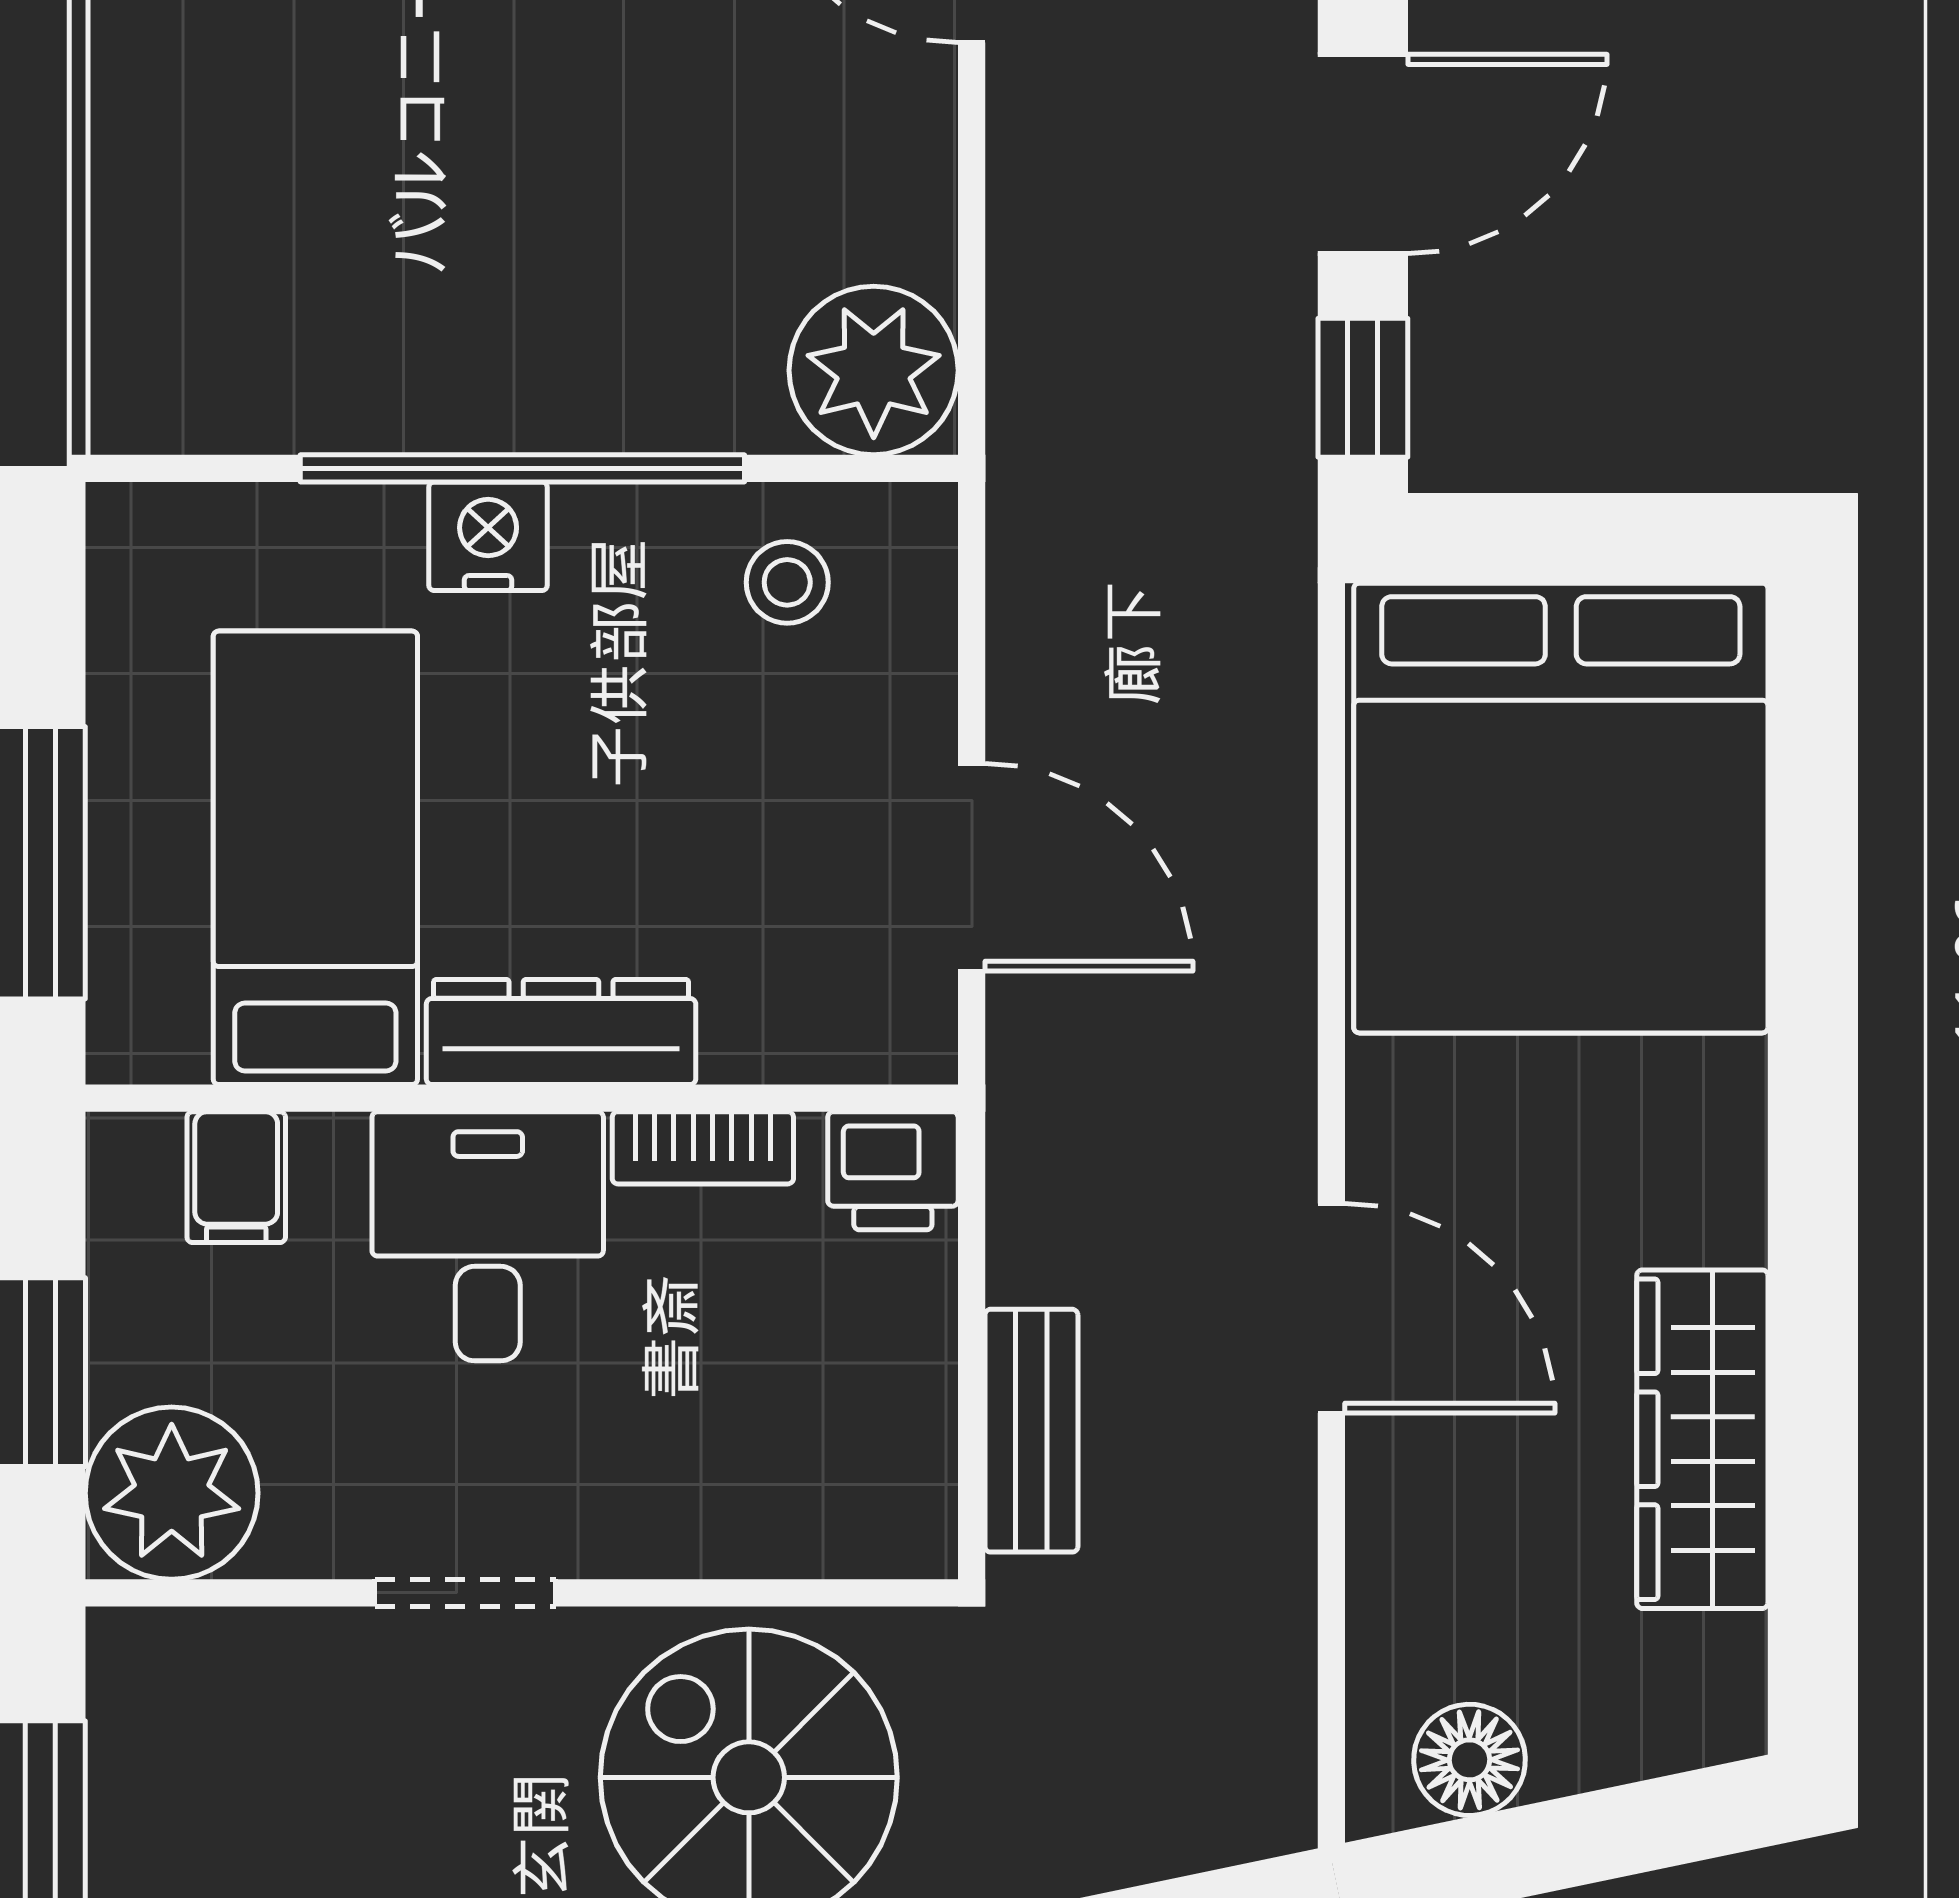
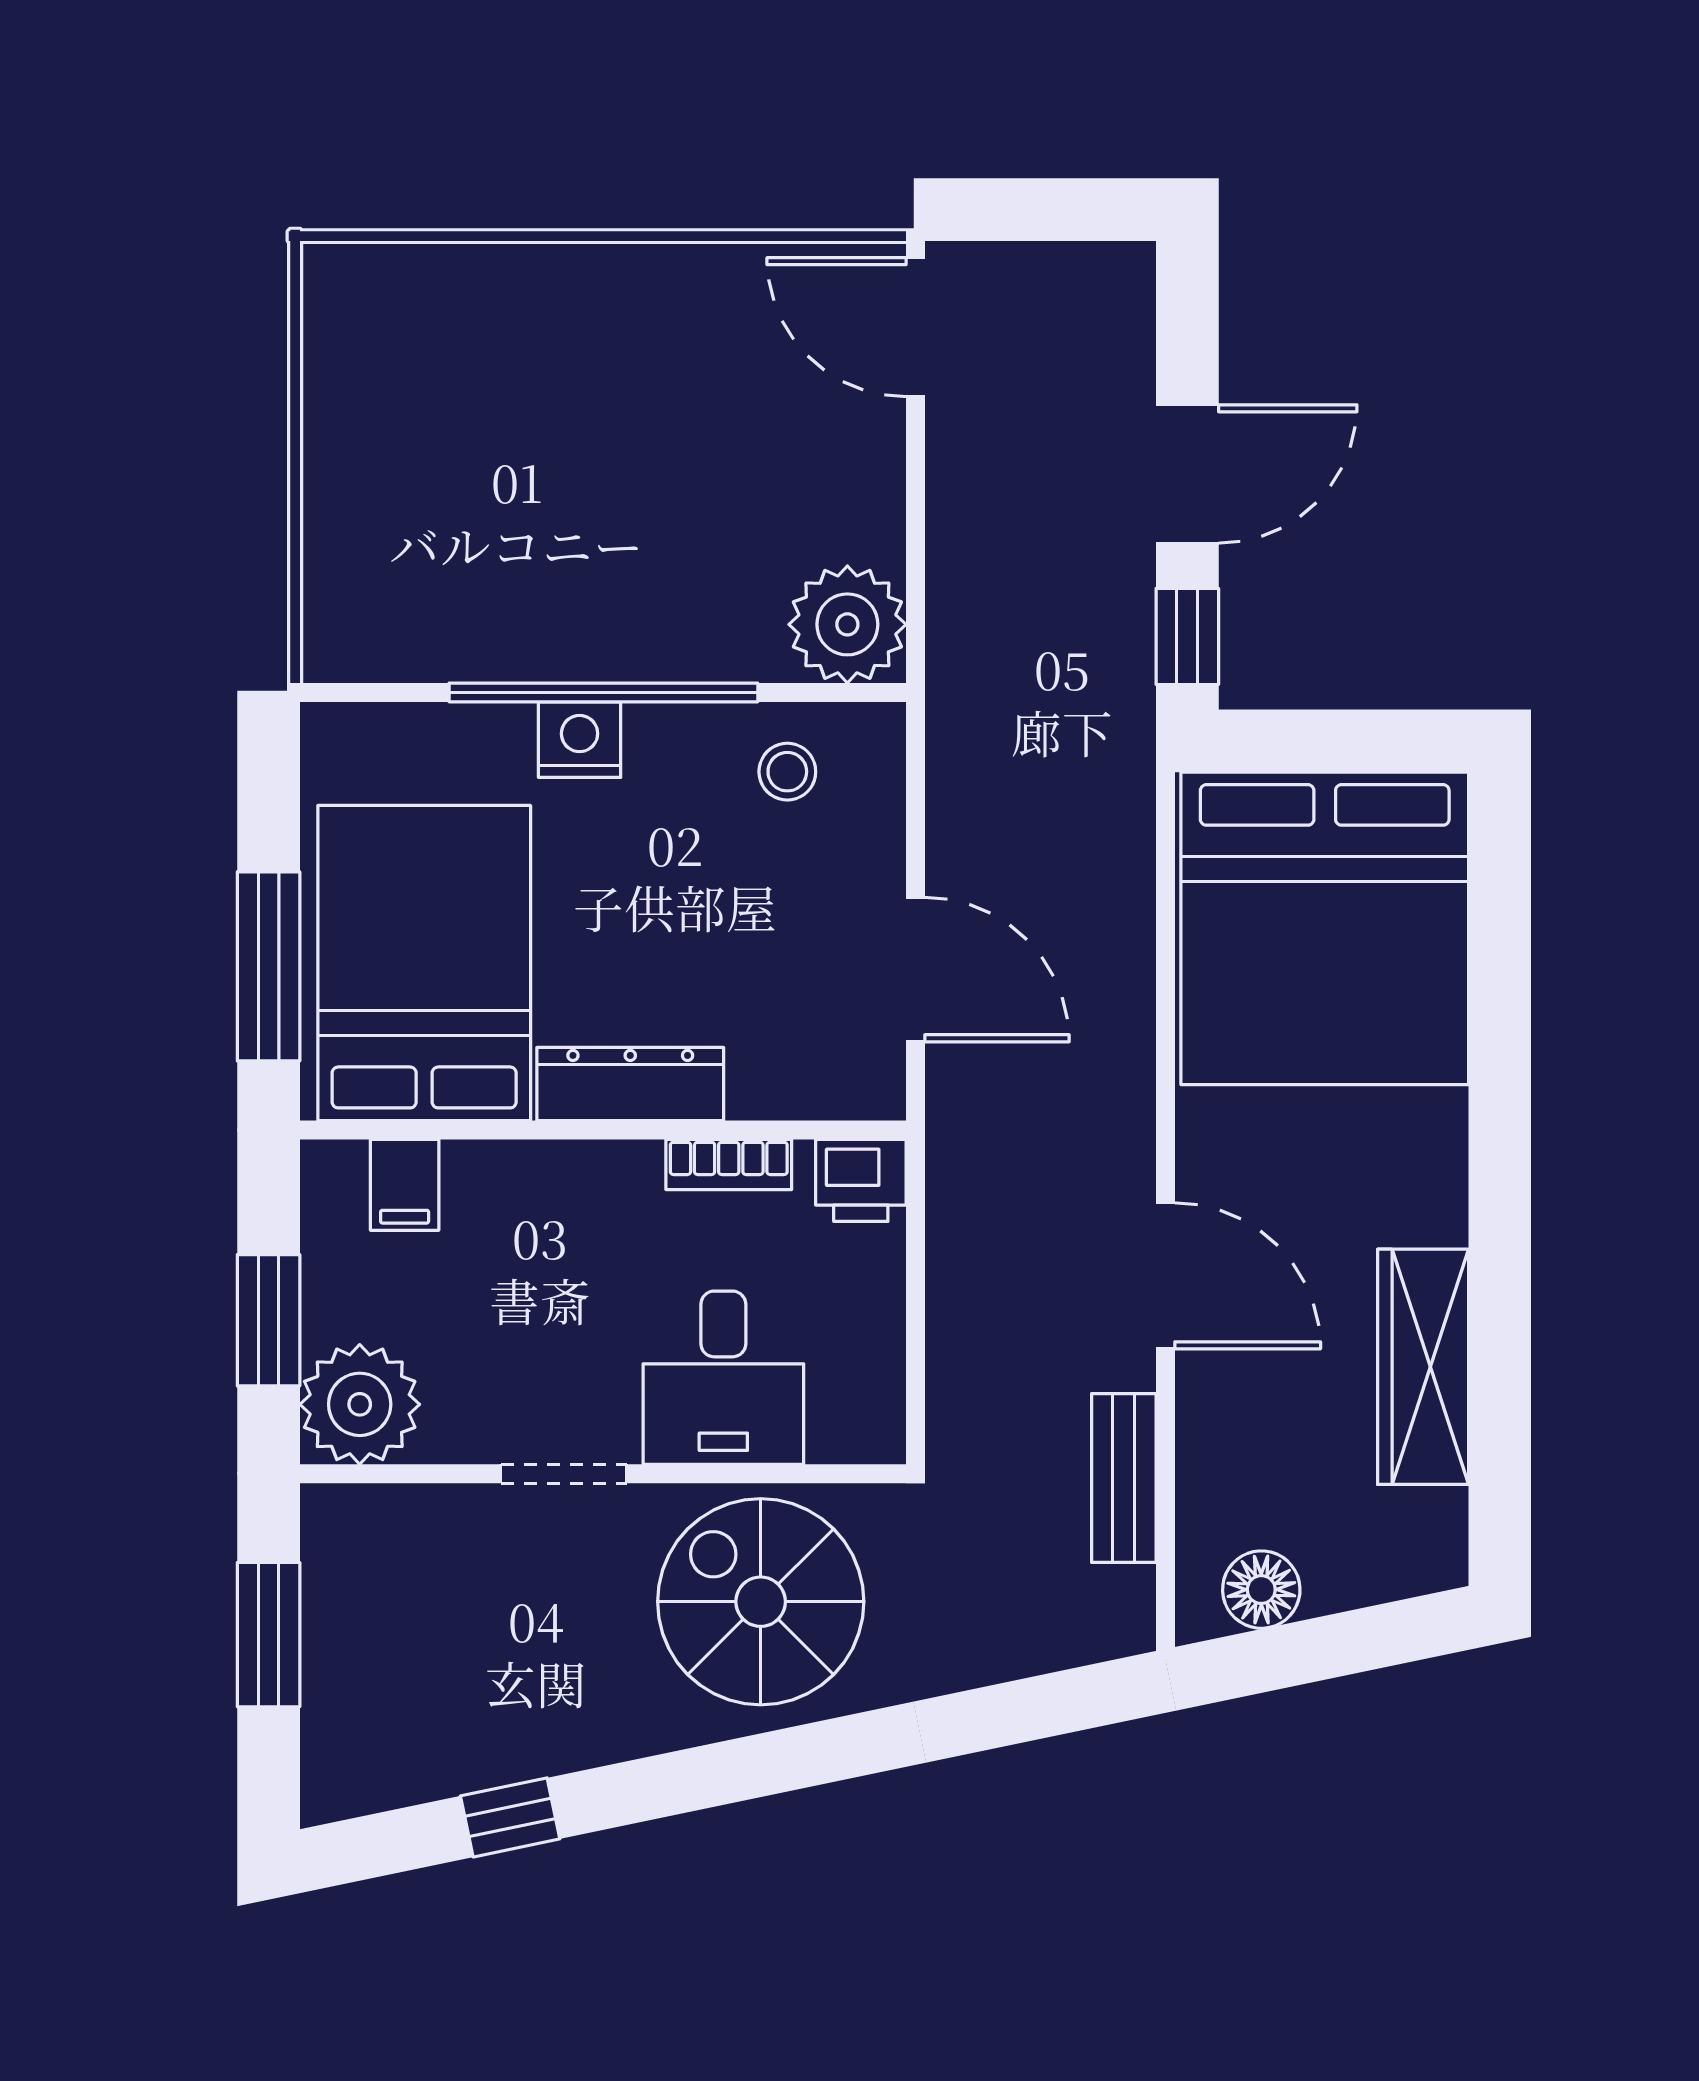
bed: (315, 858) -> (424, 963), width x1.50
desk: (488, 1236) -> (723, 1378), moved, turned 180
bench: (1031, 1431) -> (1124, 1478), moved

